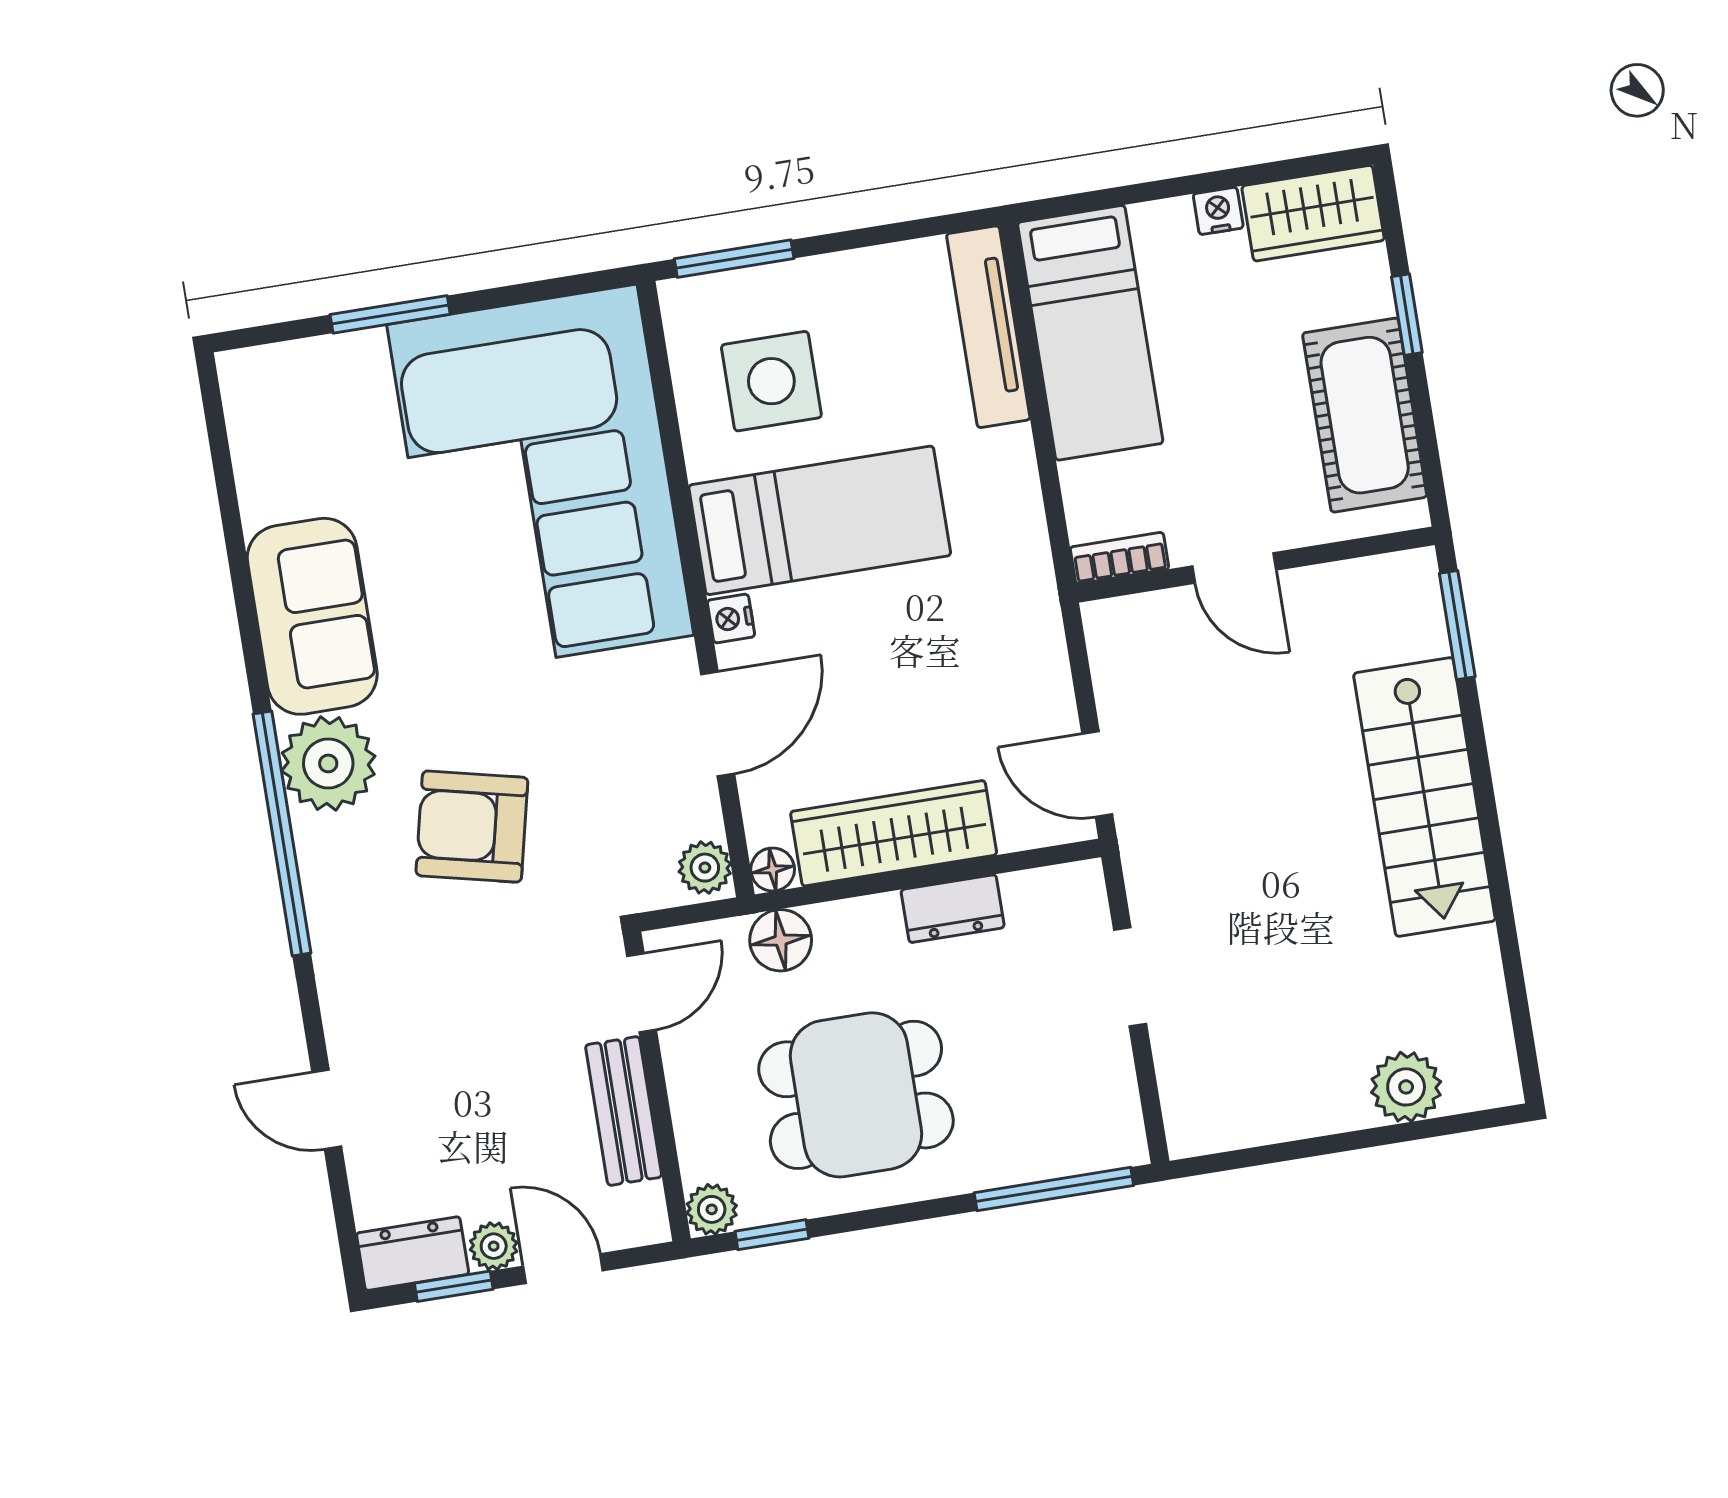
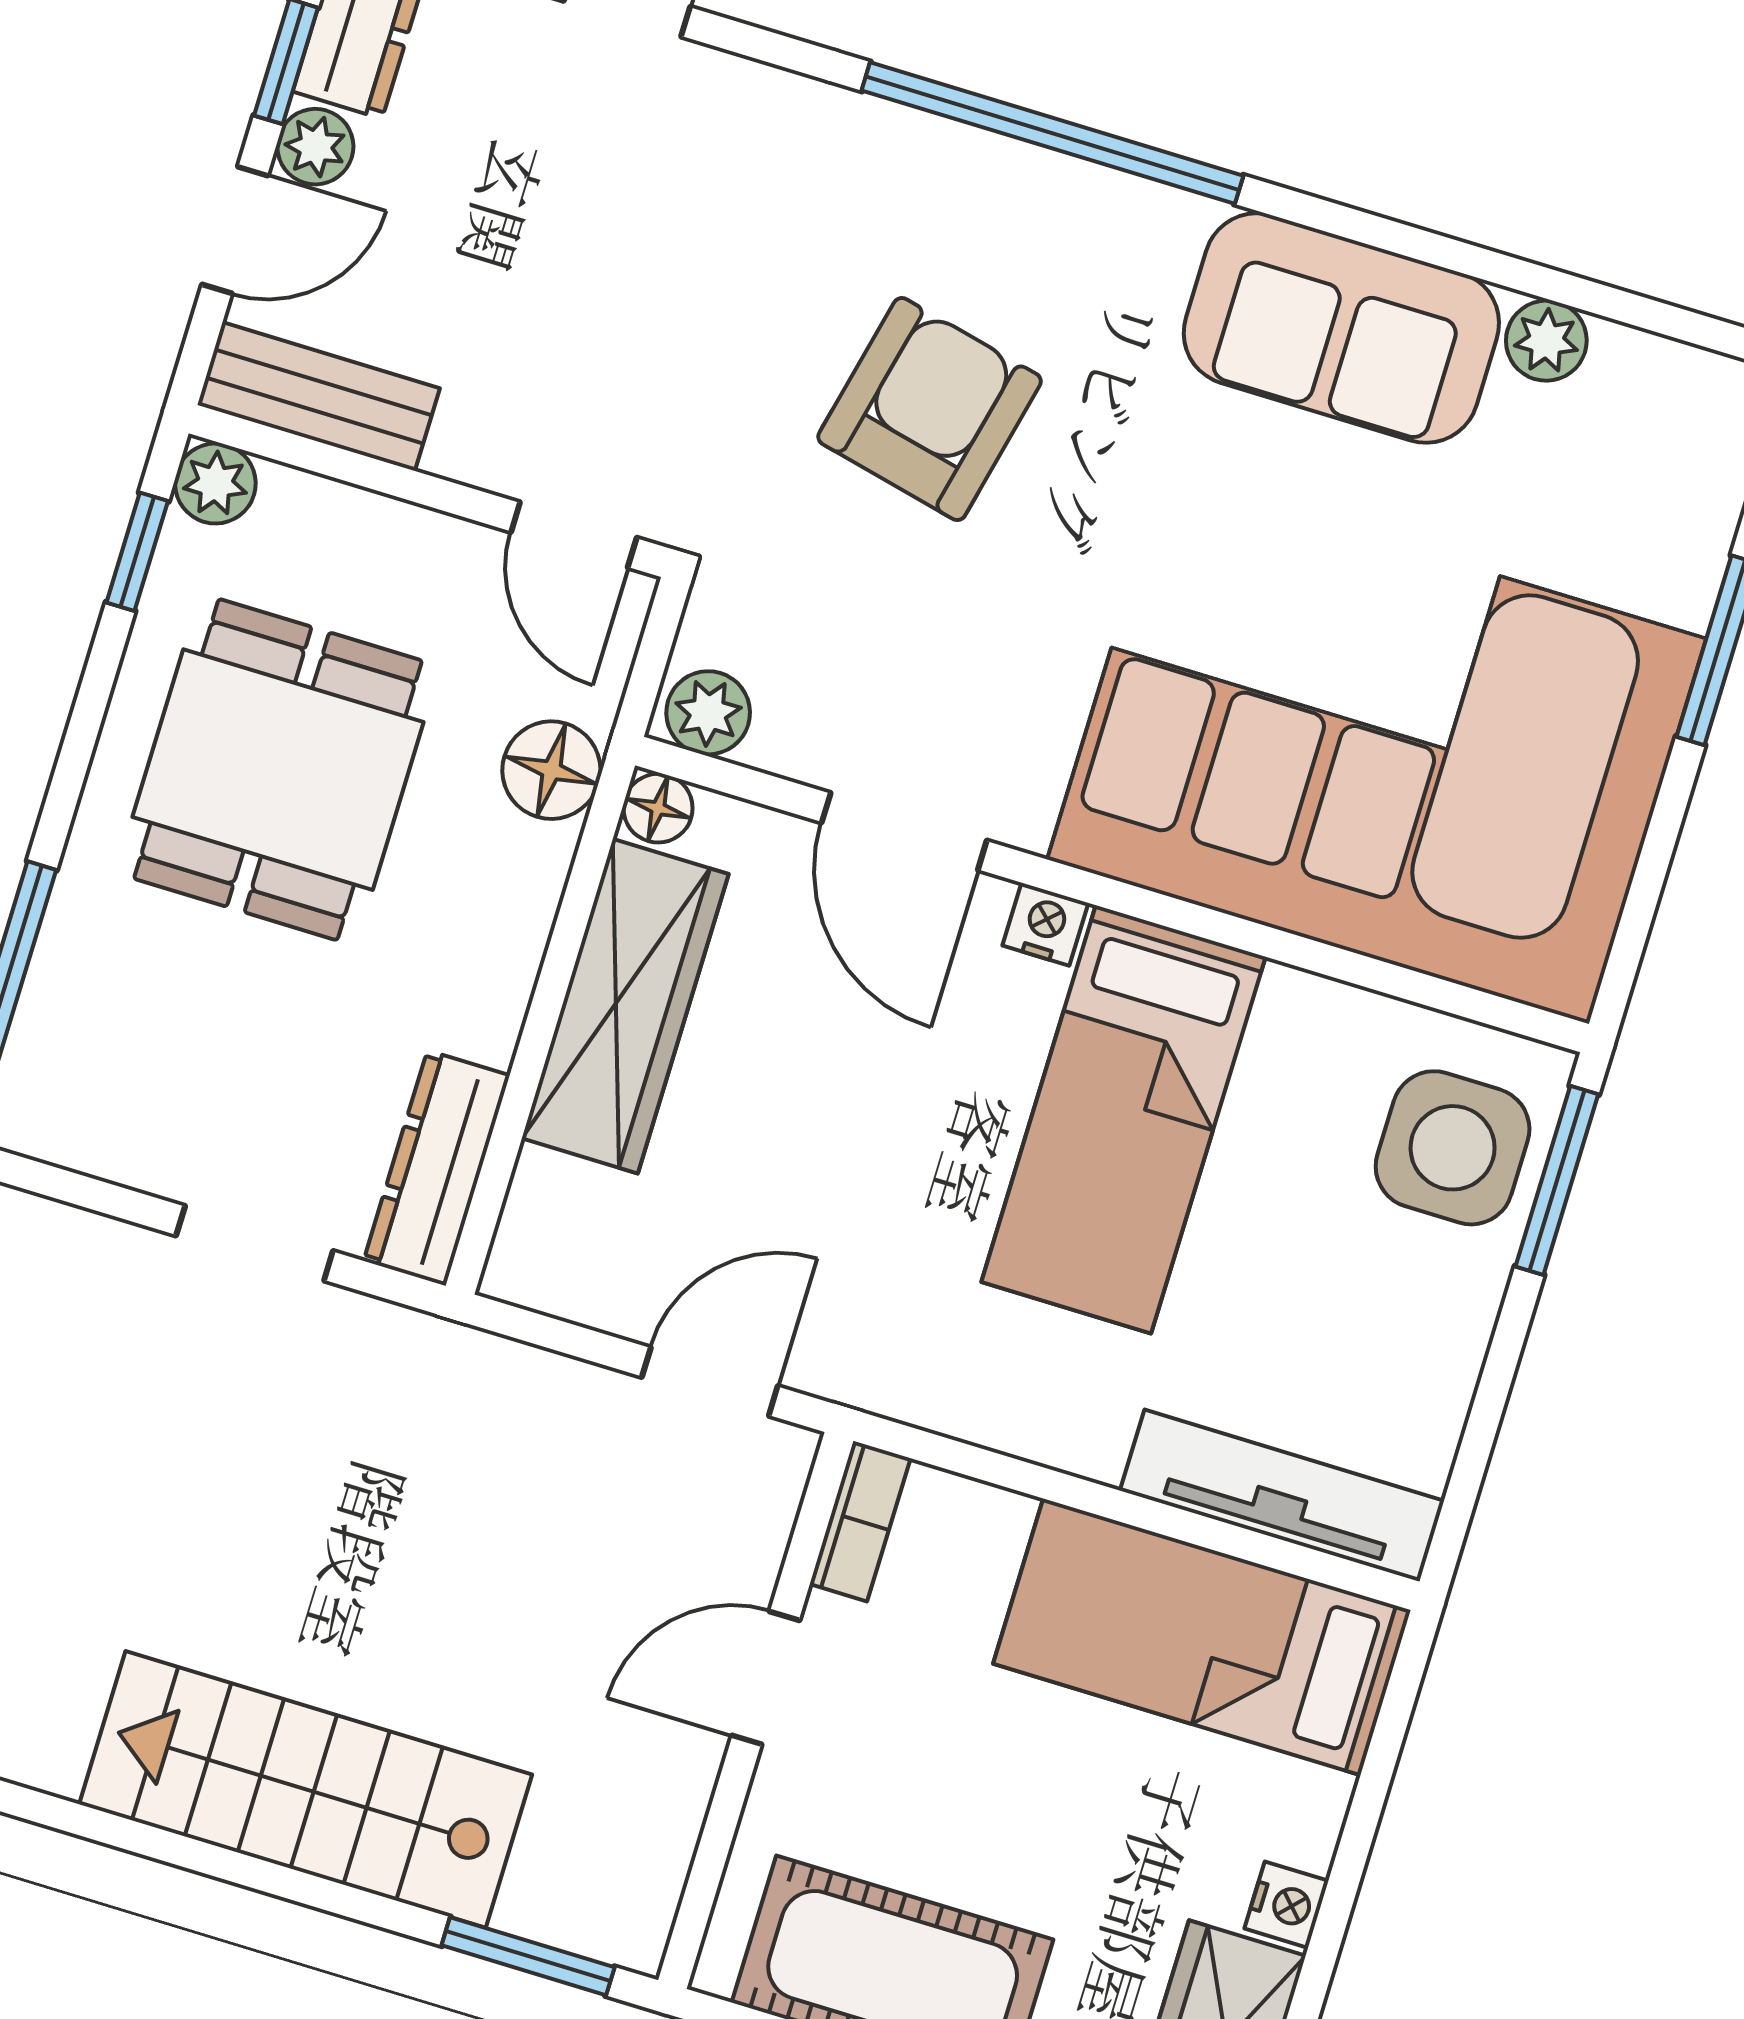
side table: (771, 381) -> (1453, 1148), moved
plant: (328, 763) -> (1546, 341), moved, width x0.53, depth x0.53
door: (1097, 774) -> (710, 1382), moved
dresser: (953, 909) -> (437, 1168), moved, width x1.44
bench: (624, 1111) -> (319, 397), moved

